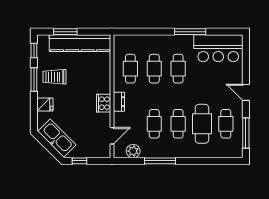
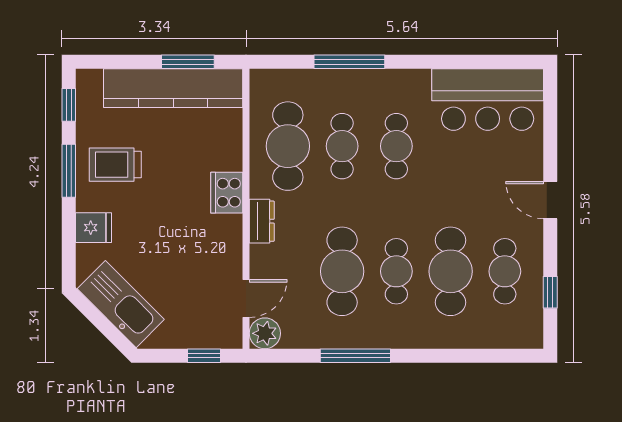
window: (65, 32) -> (188, 62), moved
window: (190, 32) -> (349, 62), moved
cafe table: (130, 69) -> (288, 146), width x1.37, depth x1.35
cooker: (104, 103) -> (227, 193), moved
cafe table: (154, 124) -> (342, 271), width x1.37, depth x1.35
window: (246, 133) -> (550, 292), width x0.46
plant: (133, 151) -> (265, 333), moved
window: (79, 161) -> (204, 356), moved

